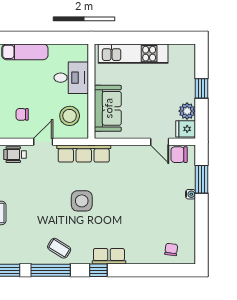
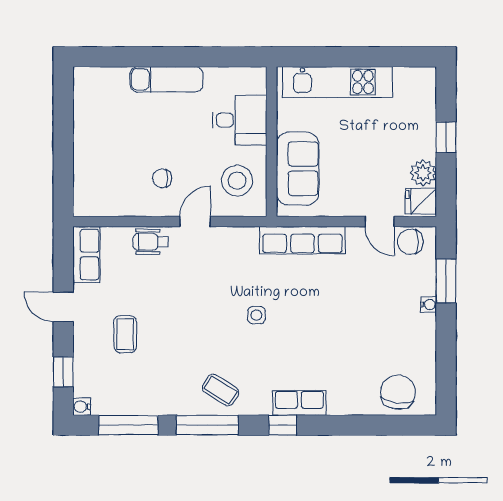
row of seats: (84, 154) -> (302, 240), moved
side table: (82, 201) -> (256, 315), width x0.54, depth x0.54
chair: (171, 249) -> (398, 392), width x1.87, depth x1.87

